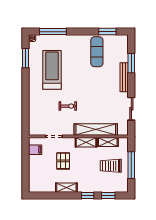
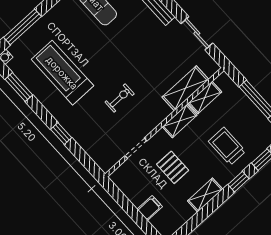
window: (25, 98) -> (61, 133), added
shelving: (96, 129) -> (185, 88), width x0.68
filing cabinet: (35, 150) -> (150, 208), moved
trolley: (111, 166) -> (227, 146), moved, turned 90

